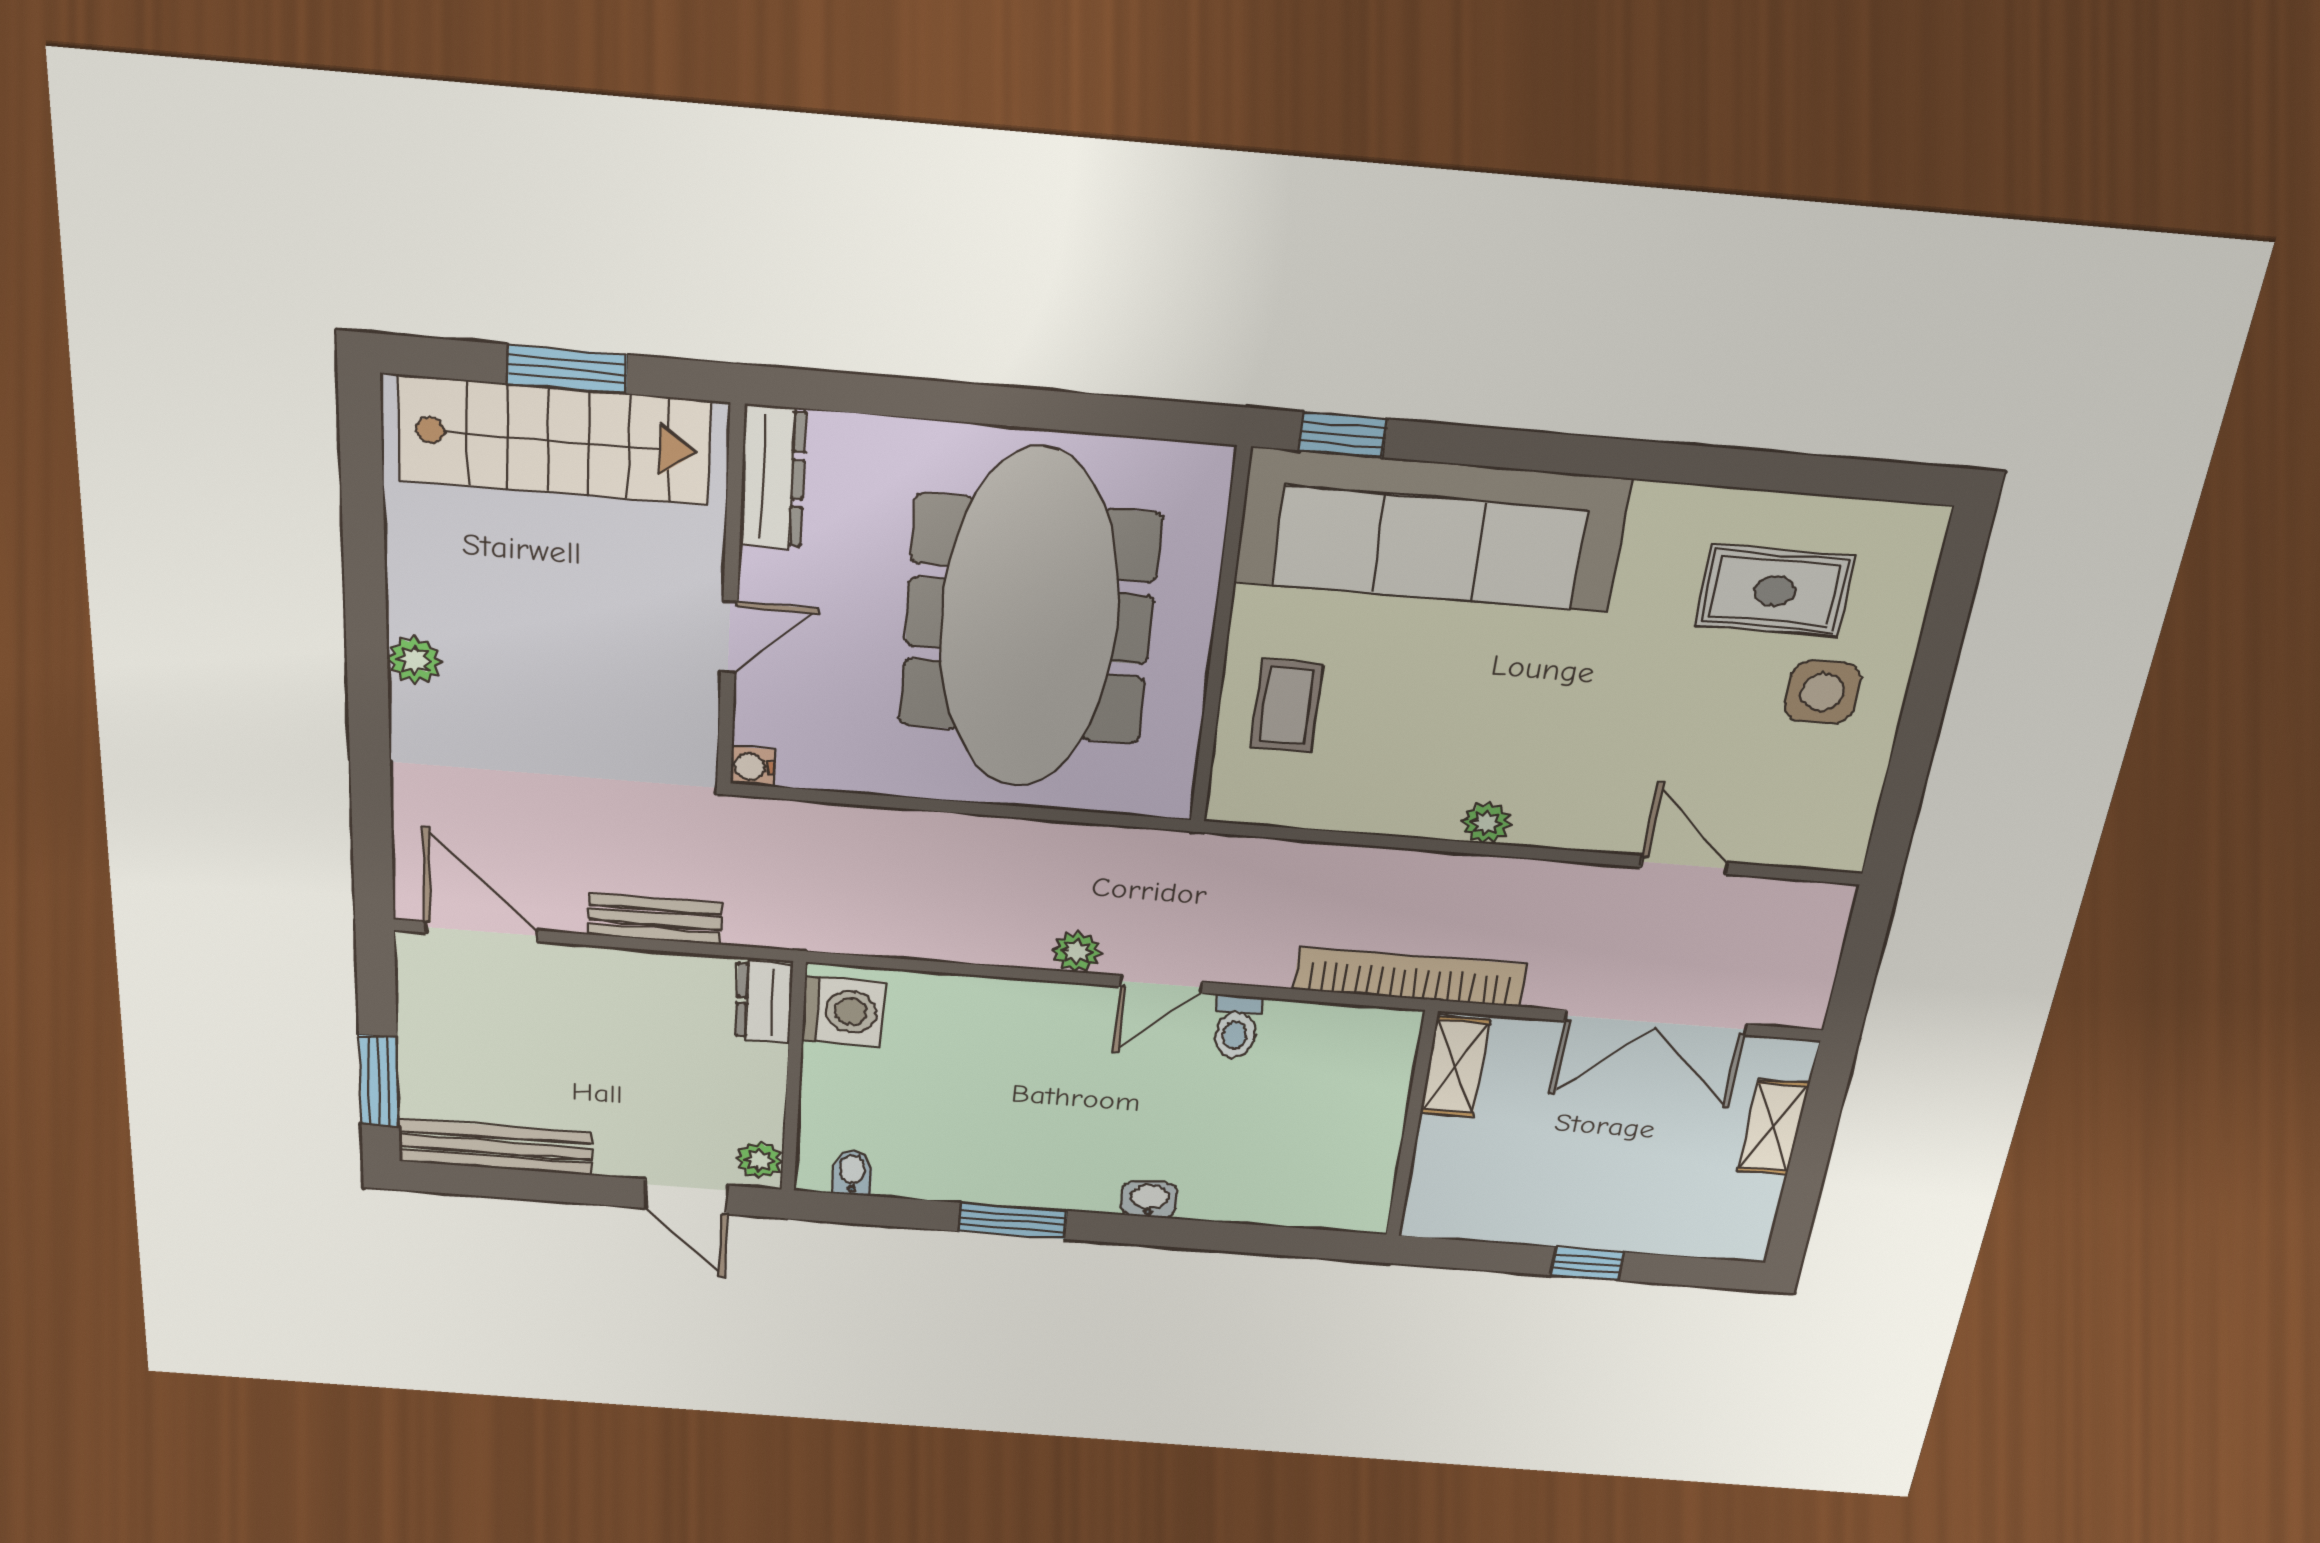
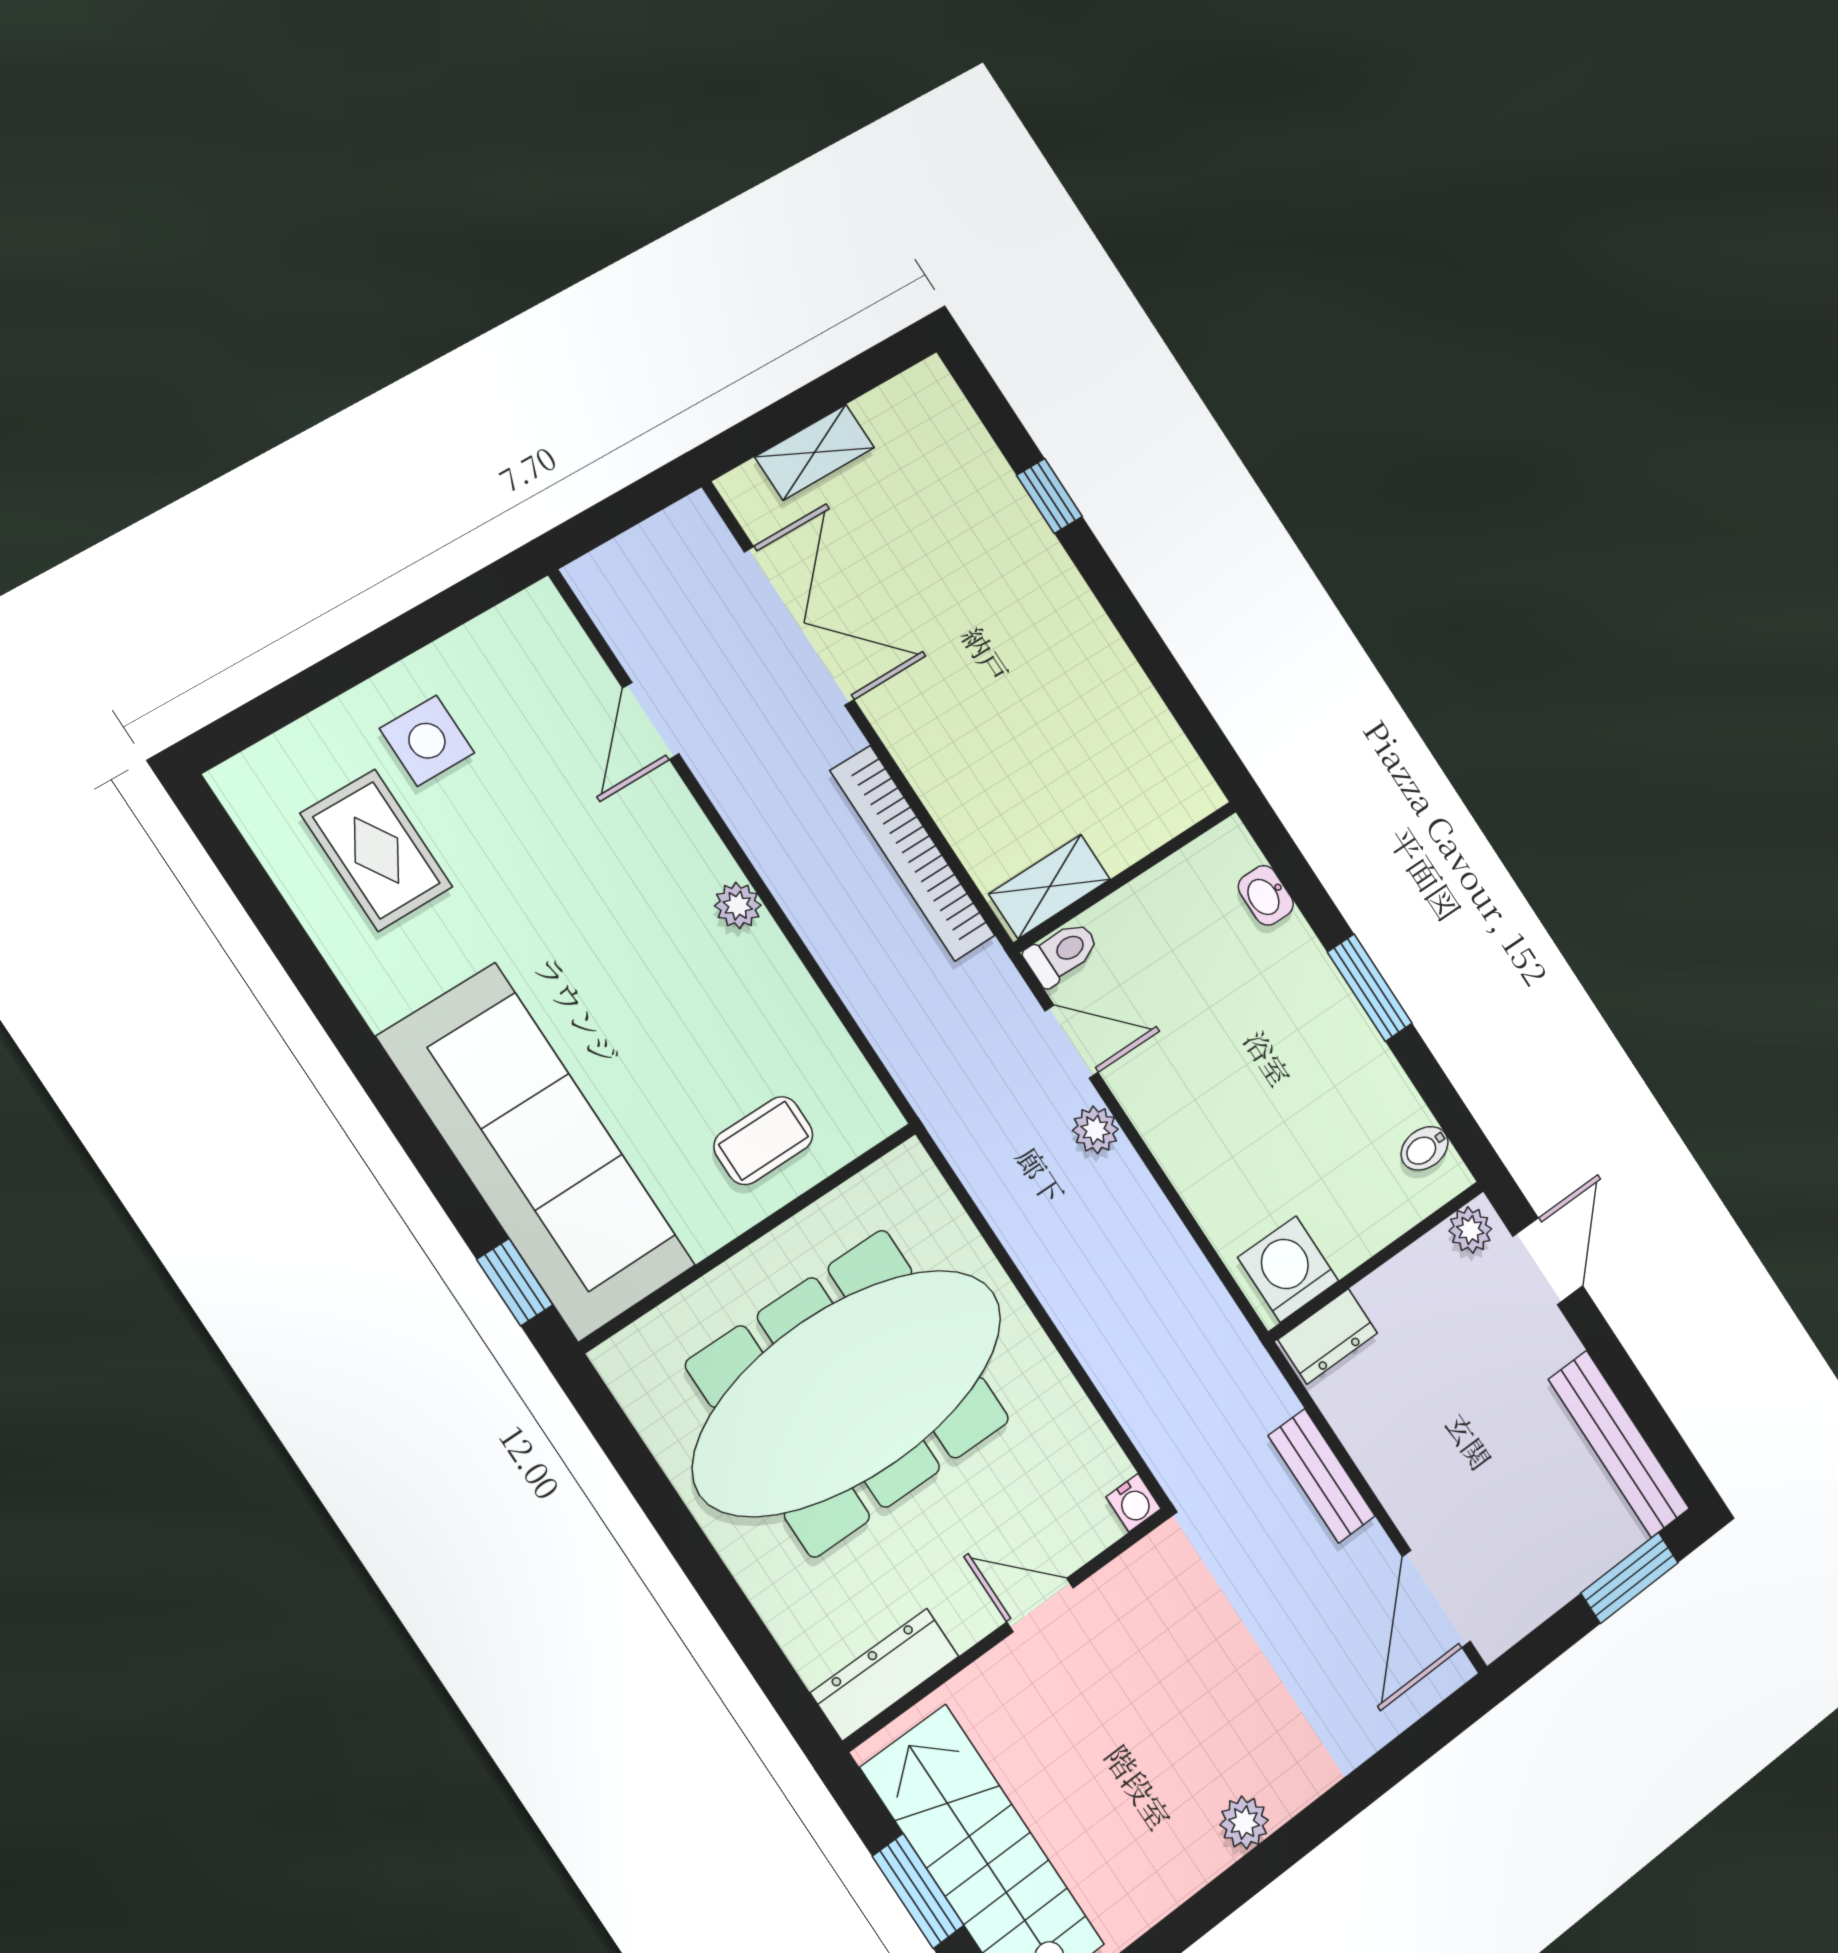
shelving: (1455, 1067) -> (1050, 886), moved
wall: (1412, 1125) -> (1126, 876), moved

